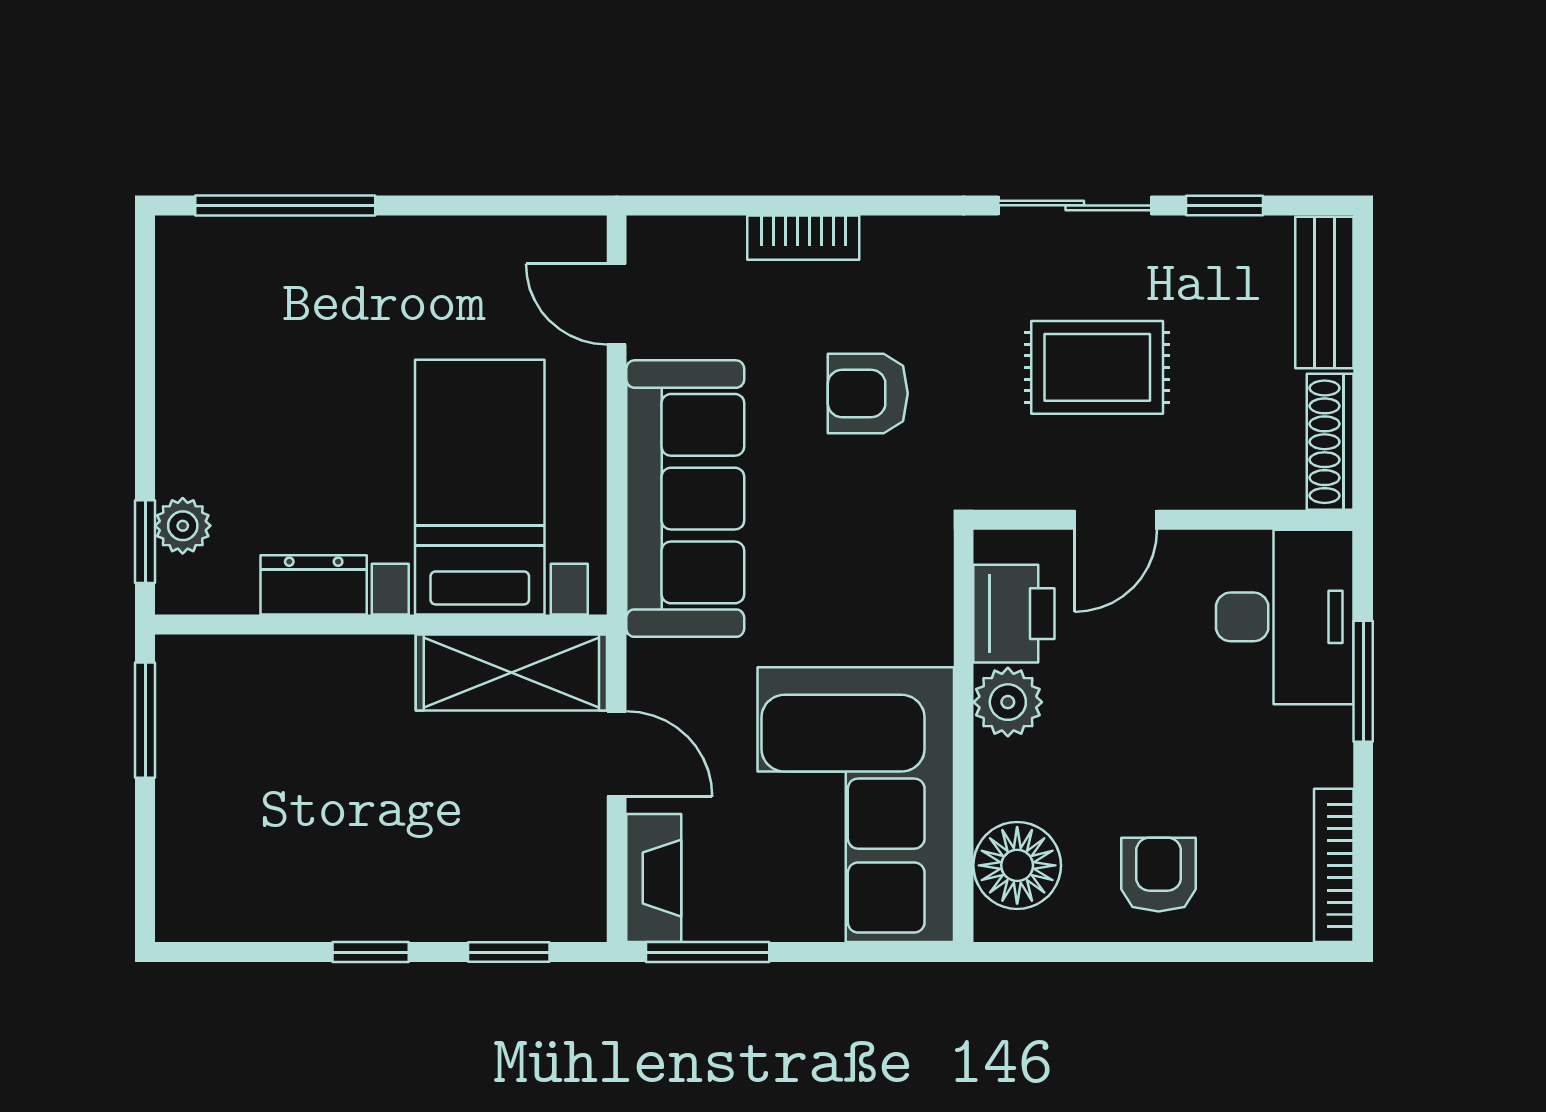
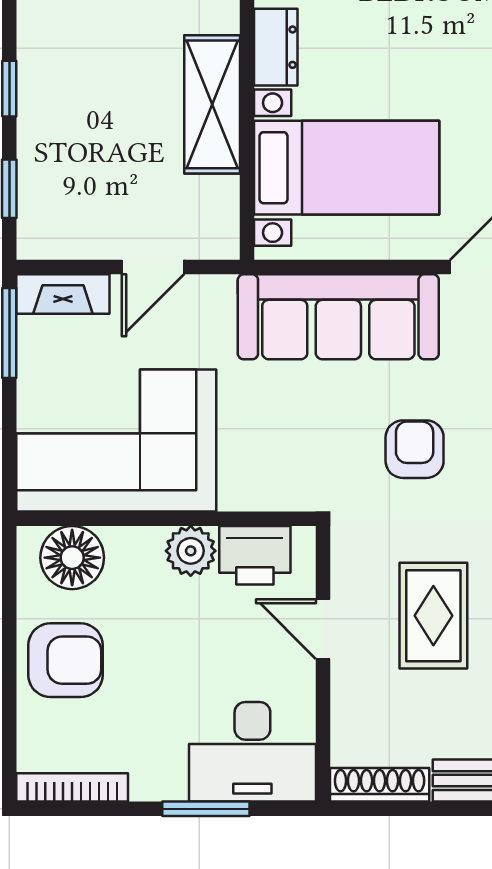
shelving: (511, 673) -> (212, 104), moved
armchair: (1159, 875) -> (66, 660), width x1.38, depth x1.38

